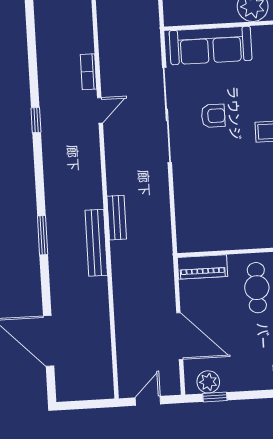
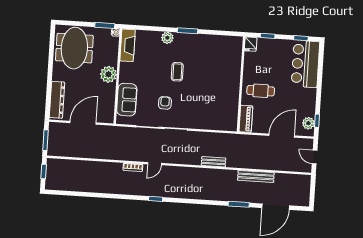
sofa: (211, 45) -> (127, 100), width x0.73
door: (100, 110) -> (155, 164), swing flipped
window: (43, 235) -> (239, 204), moved
bench: (96, 243) -> (256, 176), moved

